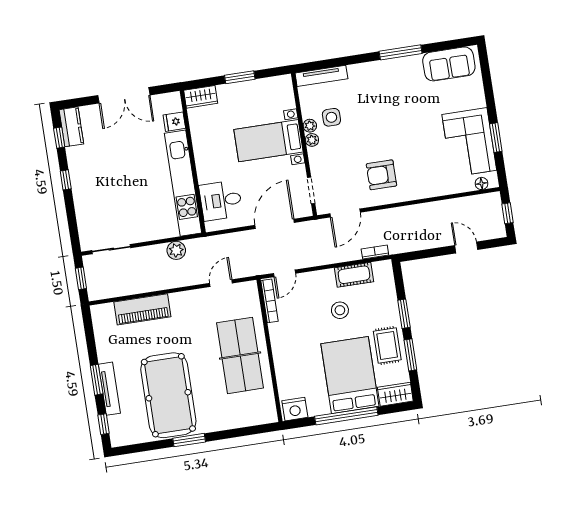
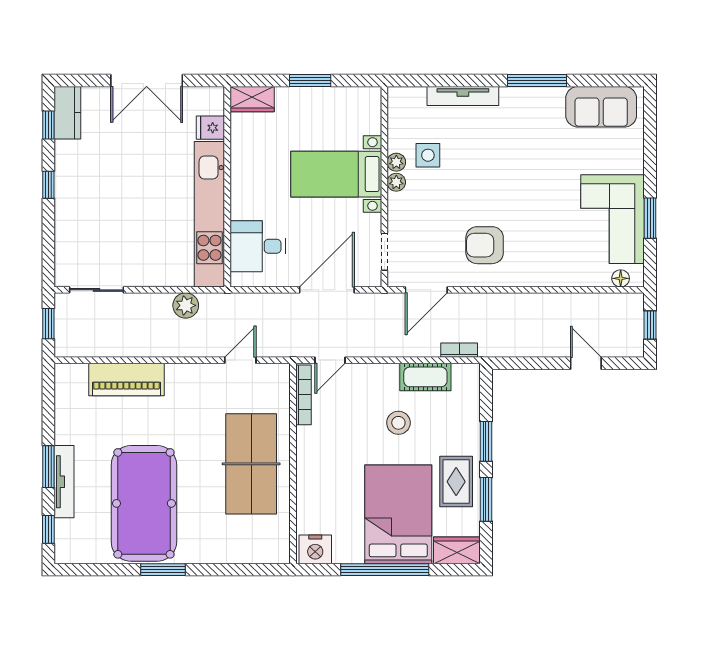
tv unit: (321, 76) -> (463, 96), moved

